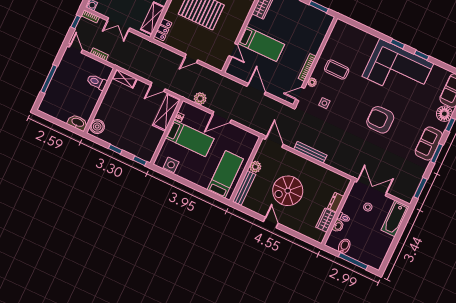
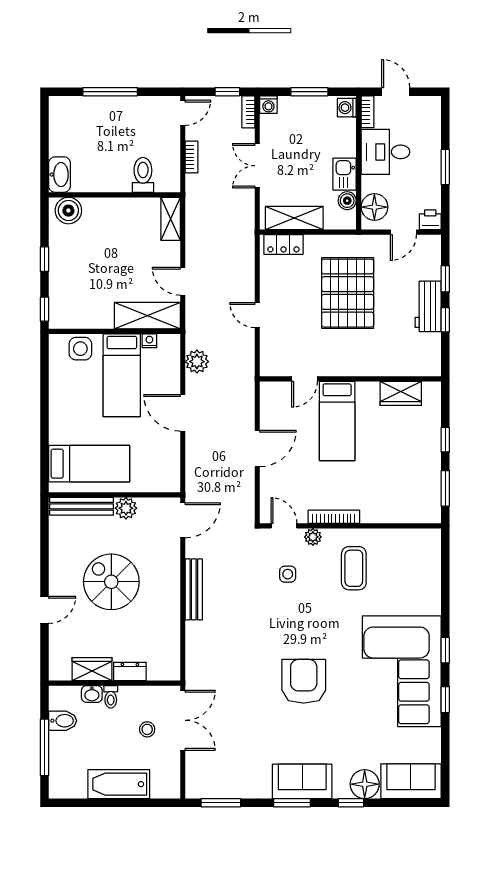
side table: (171, 165) -> (80, 349), moved
bathtub: (395, 219) -> (119, 784), moved
door: (271, 222) -> (45, 610), moved

